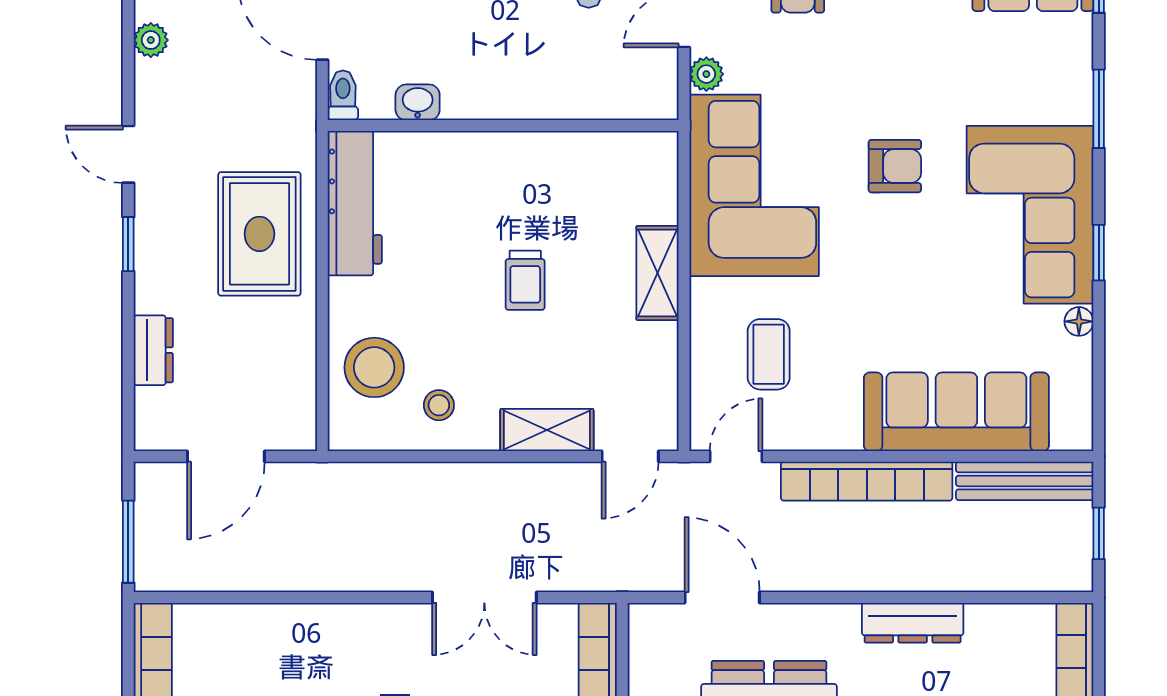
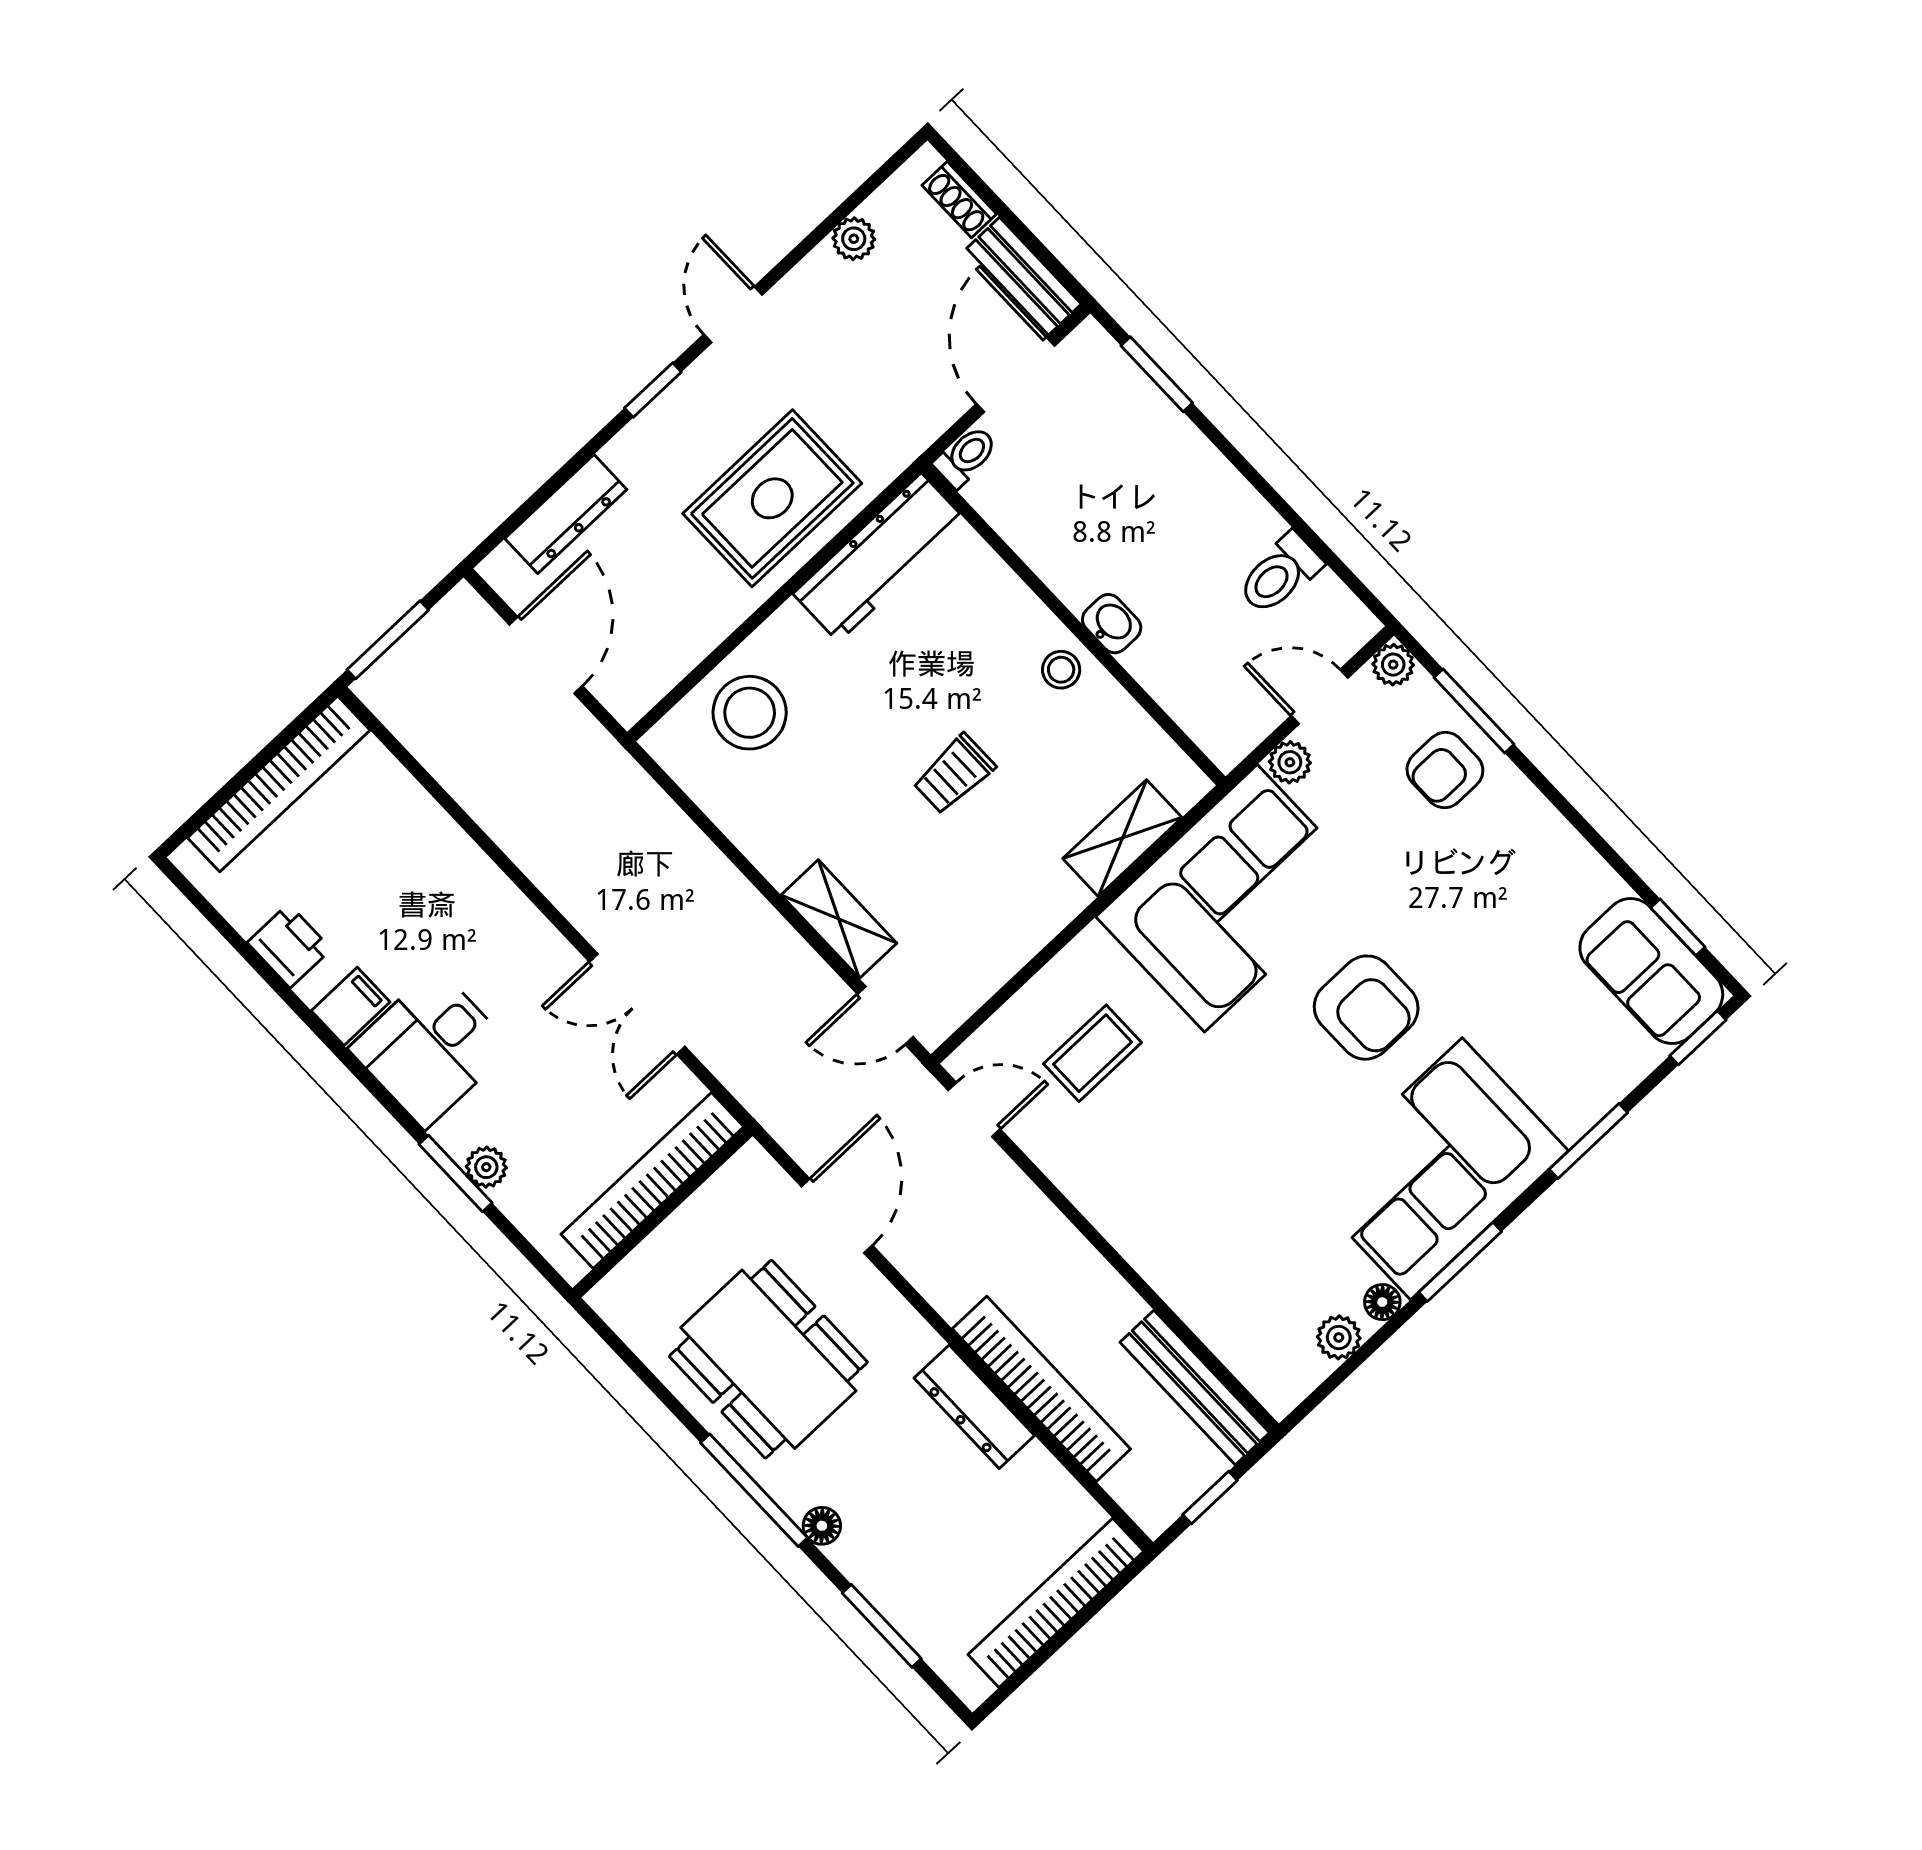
washbasin: (418, 102) -> (1112, 624), moved
armchair: (895, 166) -> (1366, 1008), width x1.38, depth x1.38
window: (1099, 253) -> (1460, 1262), width x1.50
shelving: (658, 273) -> (1122, 838), moved
dresser: (153, 350) -> (566, 514), width x1.44
plant: (1076, 367) -> (1339, 1337), added
stool: (439, 405) -> (1061, 670), moved
sofa: (956, 412) -> (1199, 1269), removed
door: (226, 456) -> (546, 655), swing flipped
bookcase: (867, 481) -> (1041, 1389), moved, turned 180

